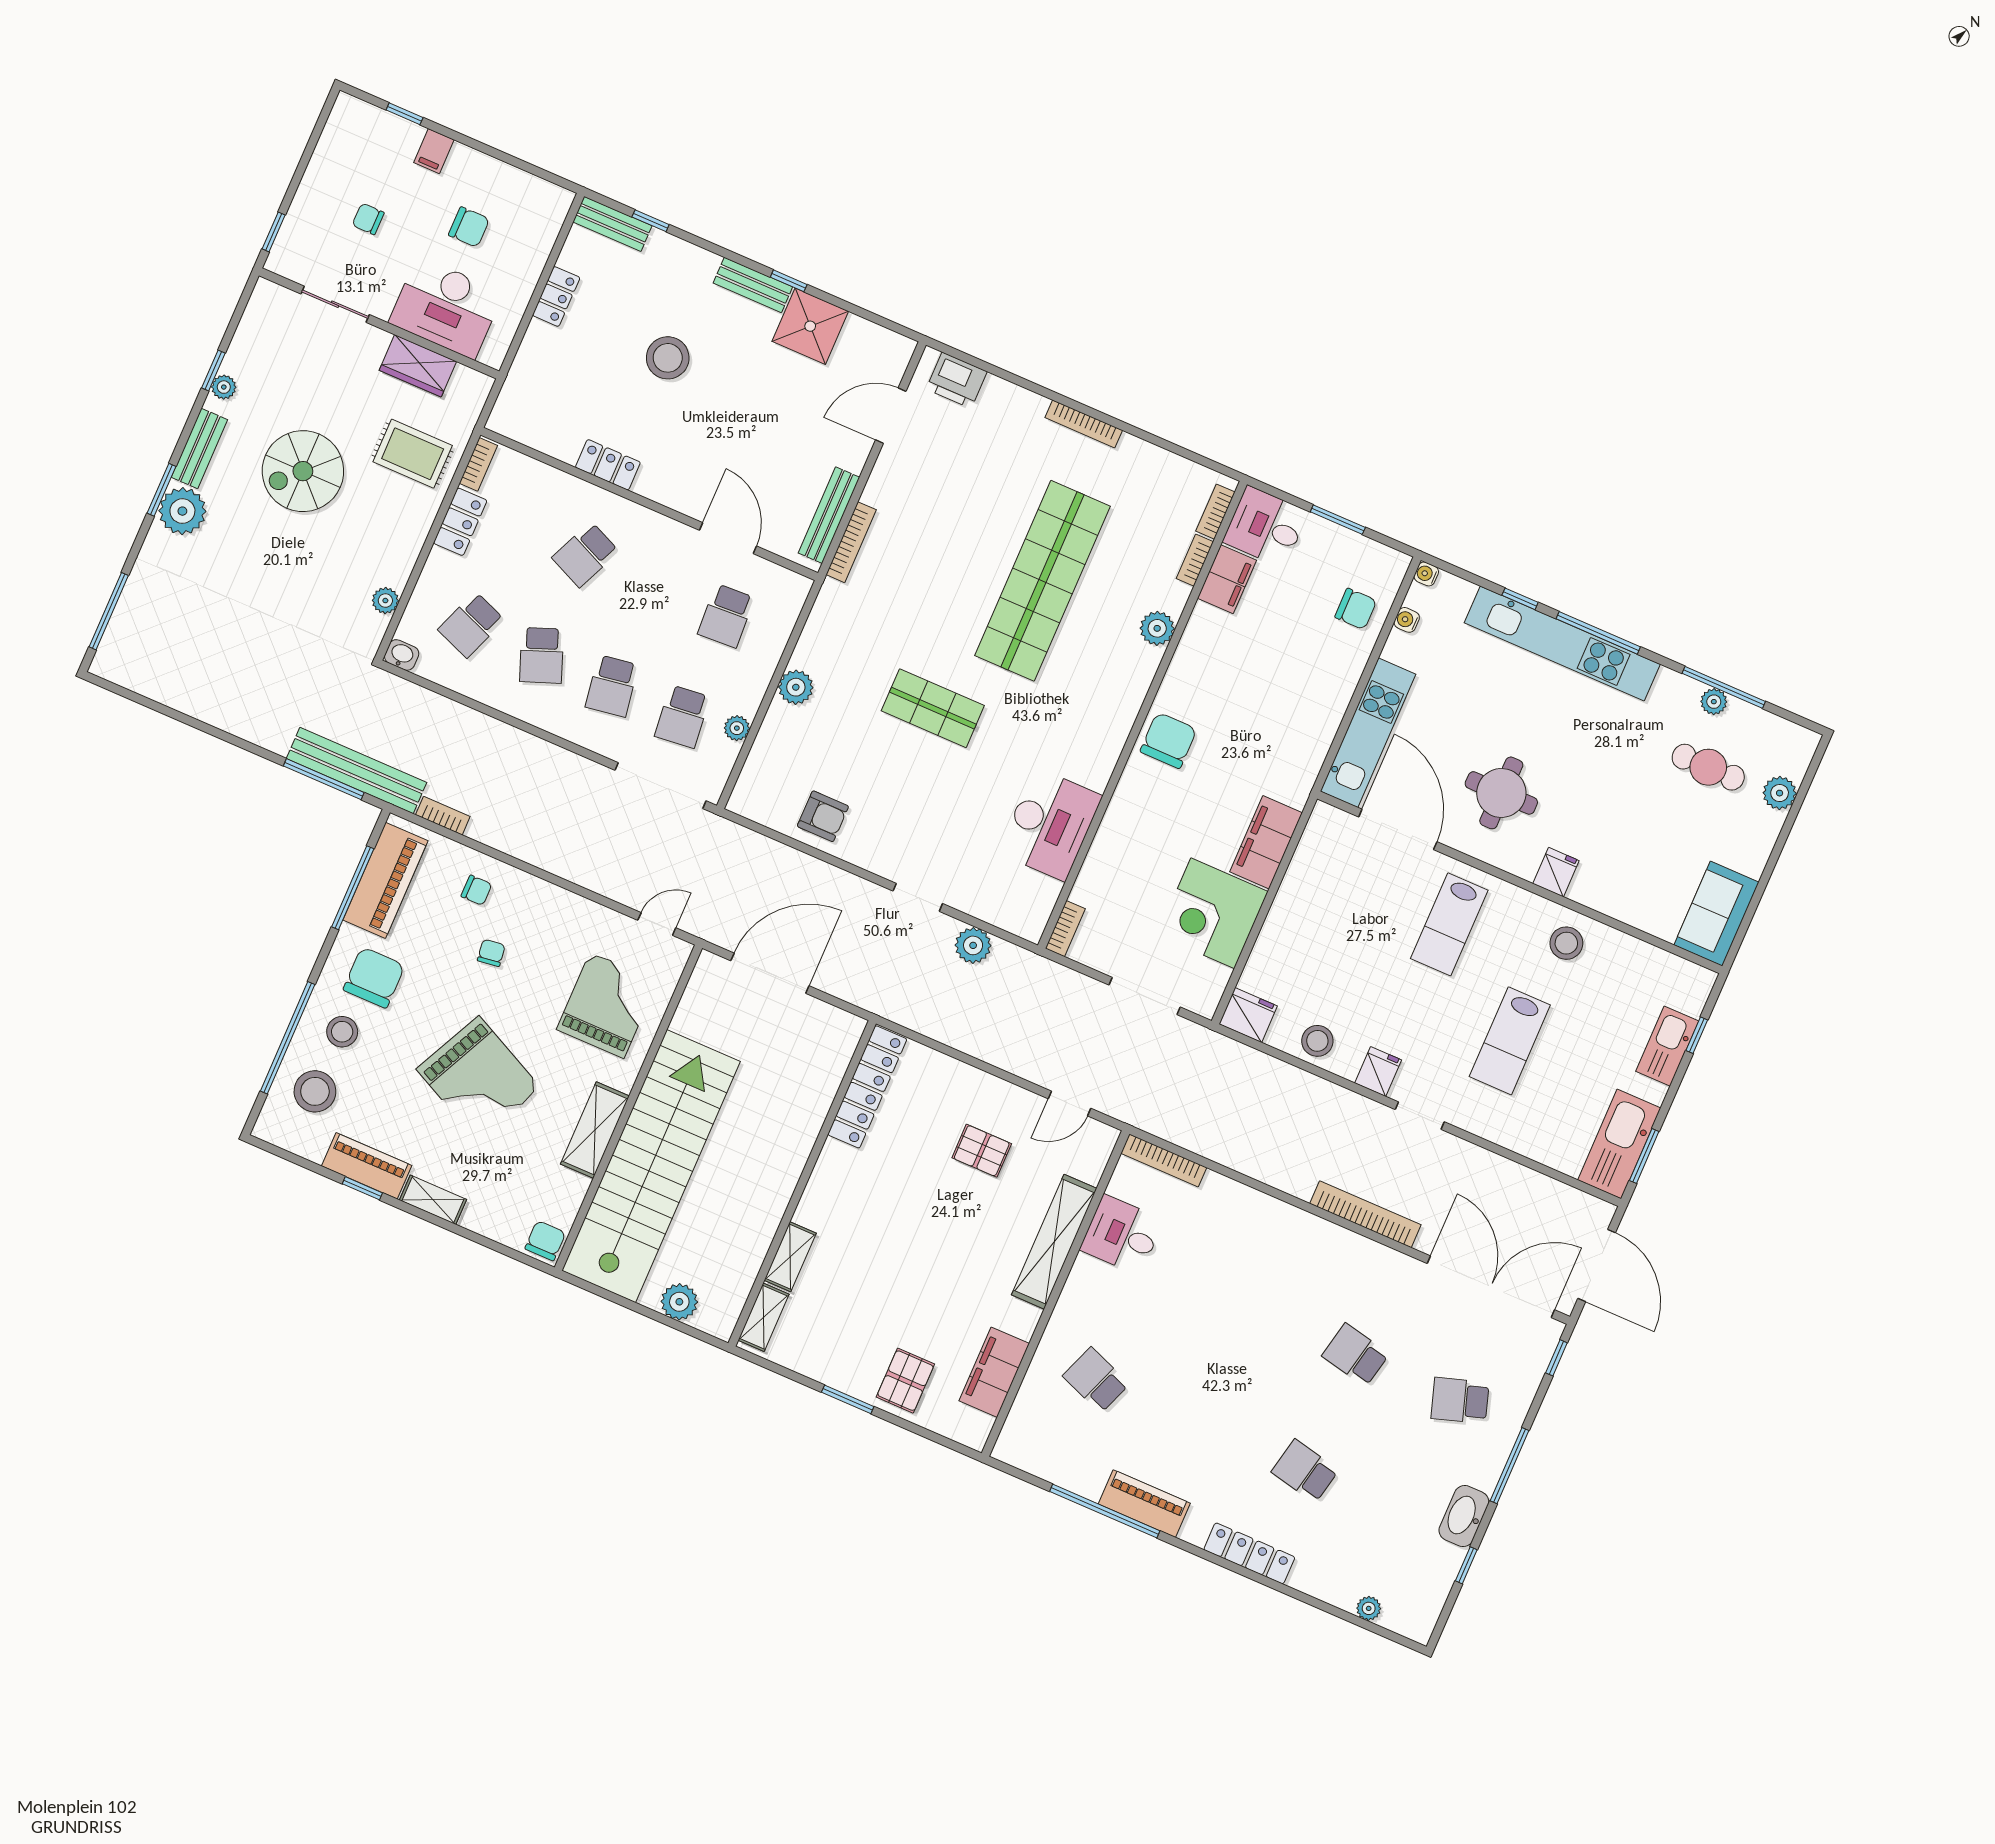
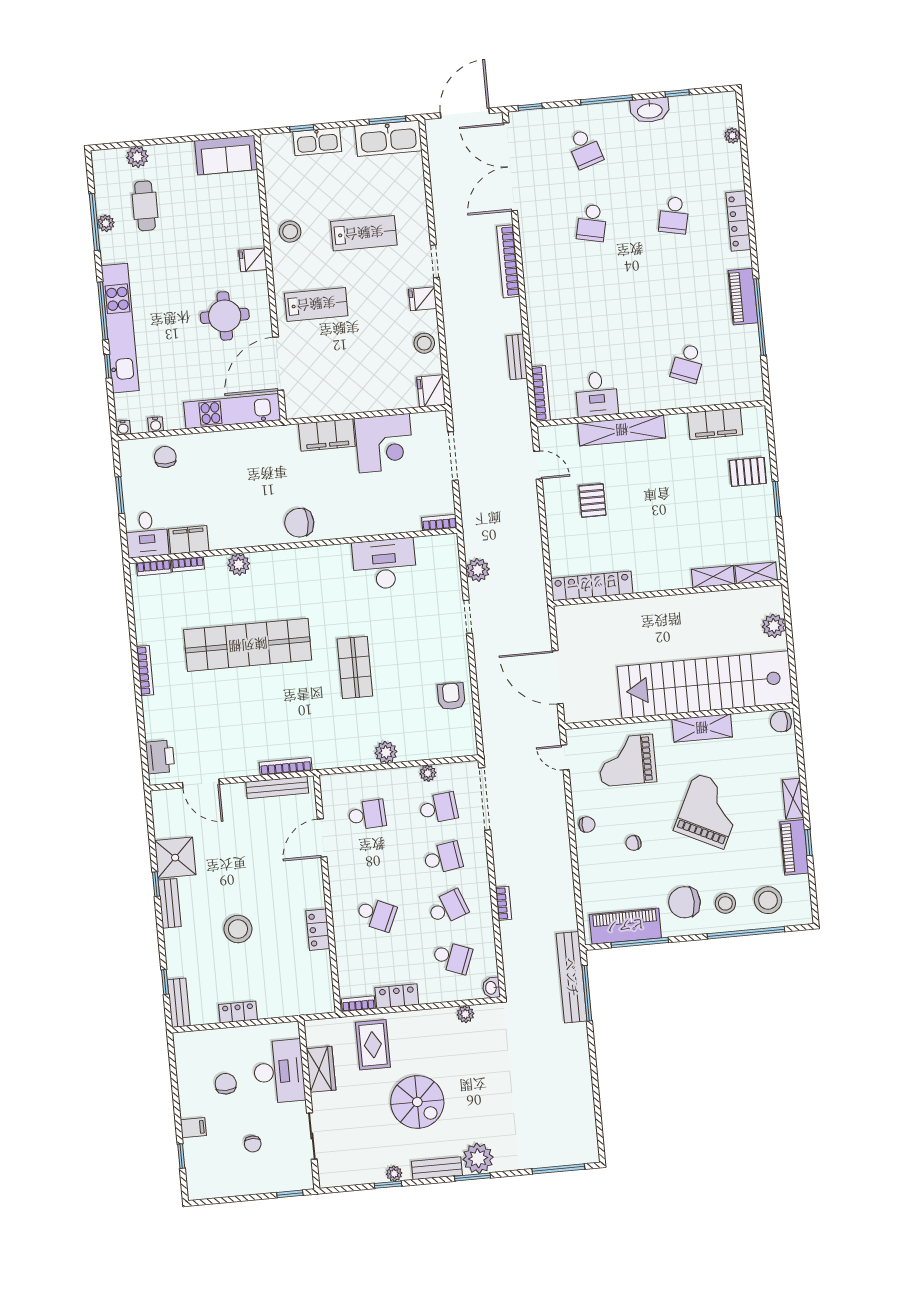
bookcase: (443, 816) -> (504, 903), moved, turned 180
chair: (476, 890) -> (587, 825), moved, turned 90
bench: (1231, 1155) -> (517, 357), added

